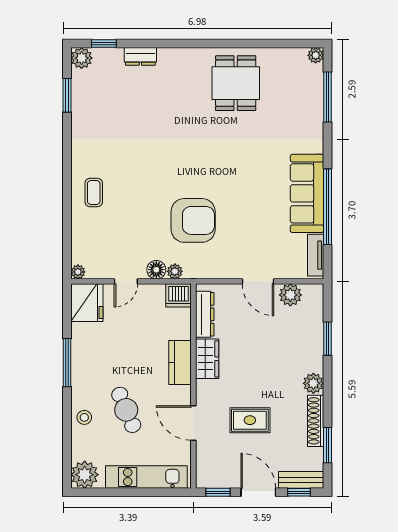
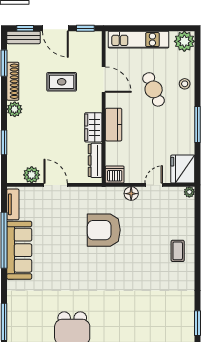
plant: (175, 271) -> (117, 192), removed

